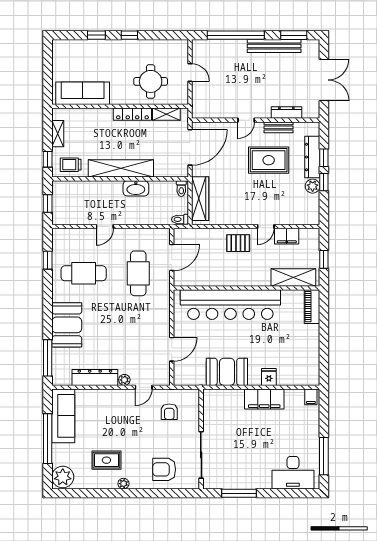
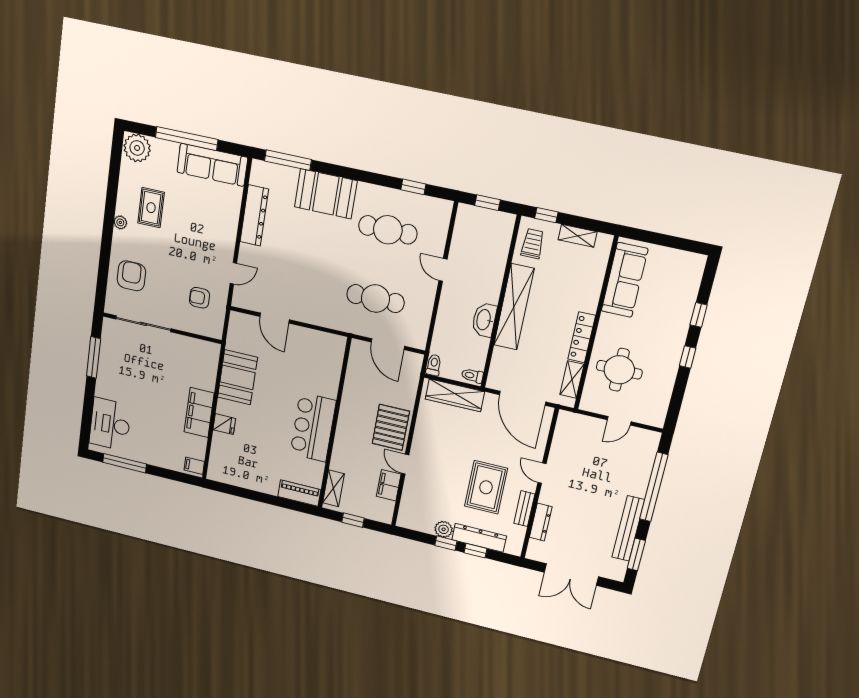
pallet: (238, 243) -> (391, 427), width x1.50, depth x1.42
cafe table: (84, 273) -> (388, 230), turned 90
shelving: (293, 277) -> (334, 488), width x0.67, depth x0.75
bar counter: (230, 305) -> (313, 427), width x0.54
plant: (124, 380) -> (246, 252), removed
door: (144, 387) -> (233, 273), swing flipped

